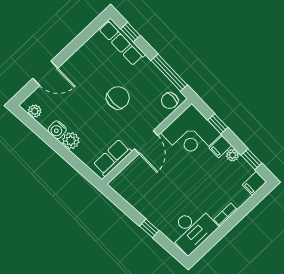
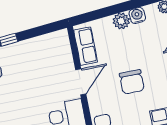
door: (146, 142) -> (81, 82), swing flipped

